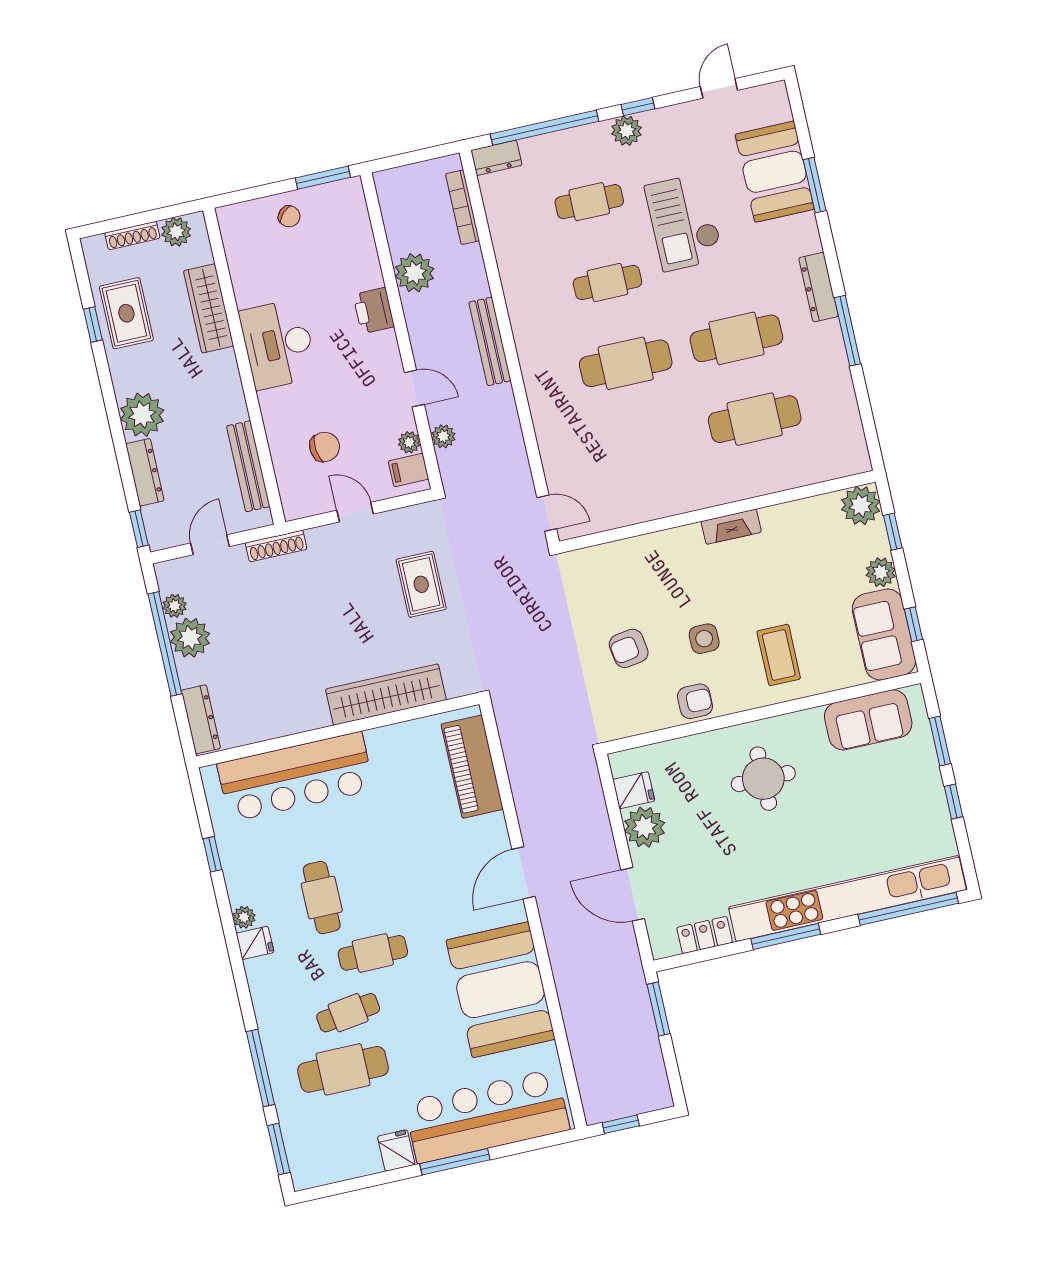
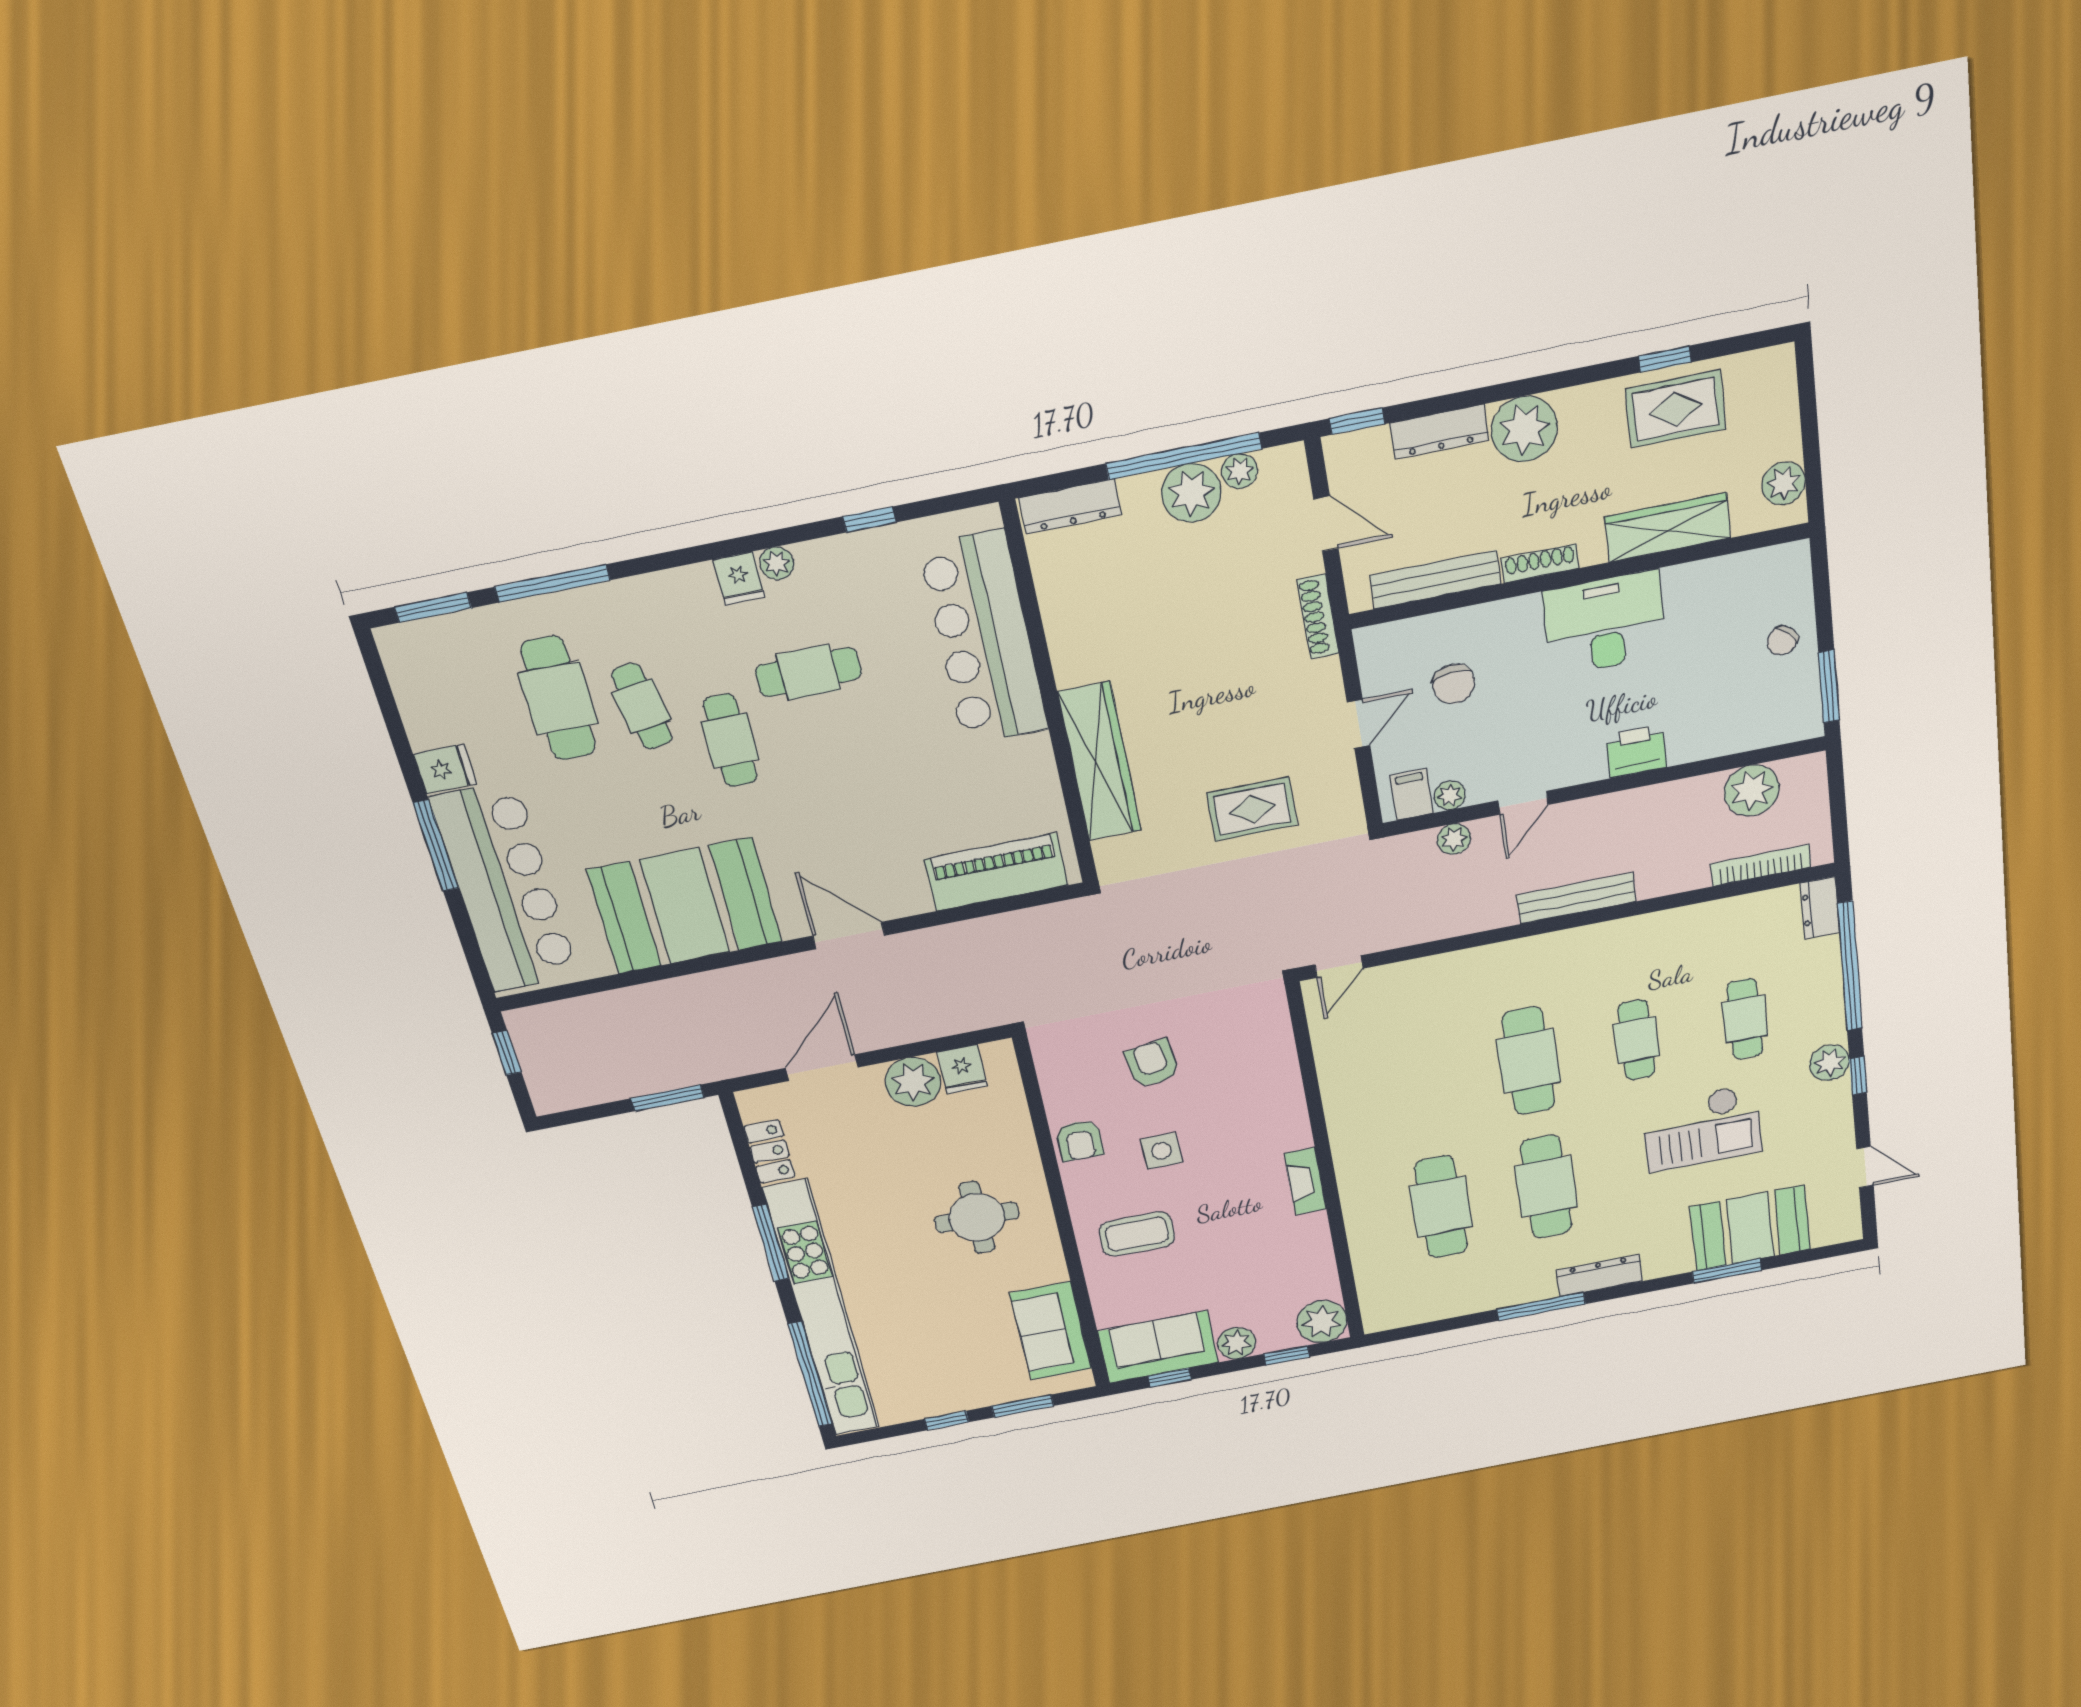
checkout: (684, 222) -> (1702, 1128), turned 180
shoe rack: (132, 236) -> (1540, 563), moved, turned 90
plant: (414, 273) -> (1752, 790), moved

